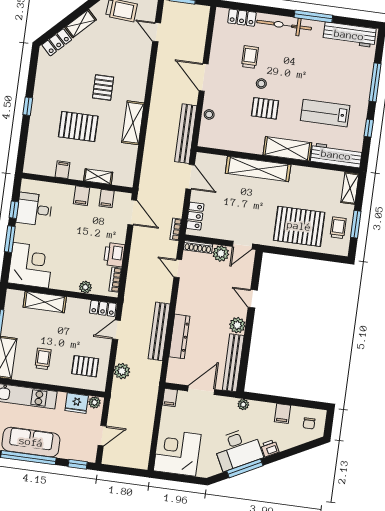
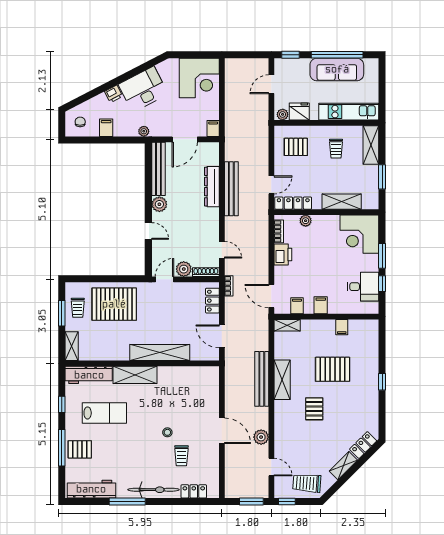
pallet: (265, 108) -> (80, 449), moved
stool: (209, 114) -> (212, 397), removed
bench: (186, 134) -> (262, 379), moved
shelving: (98, 177) -> (287, 325), moved
locker: (103, 308) -> (293, 203), width x1.53
plant: (122, 371) -> (261, 437), moved
window: (245, 468) -> (134, 72), removed

